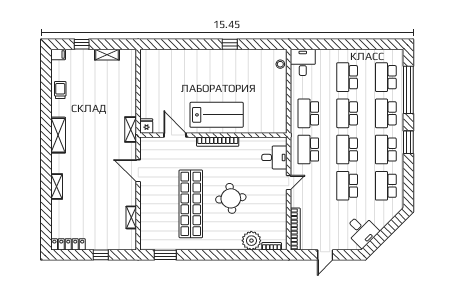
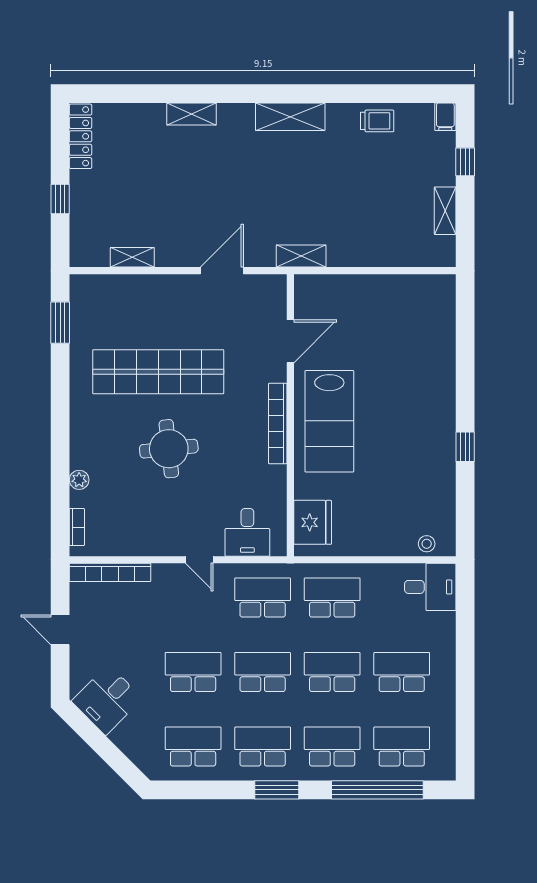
fridge: (147, 126) -> (313, 522), moved, width x1.88, depth x1.34
plant: (251, 241) -> (79, 480), width x0.53, depth x0.53

